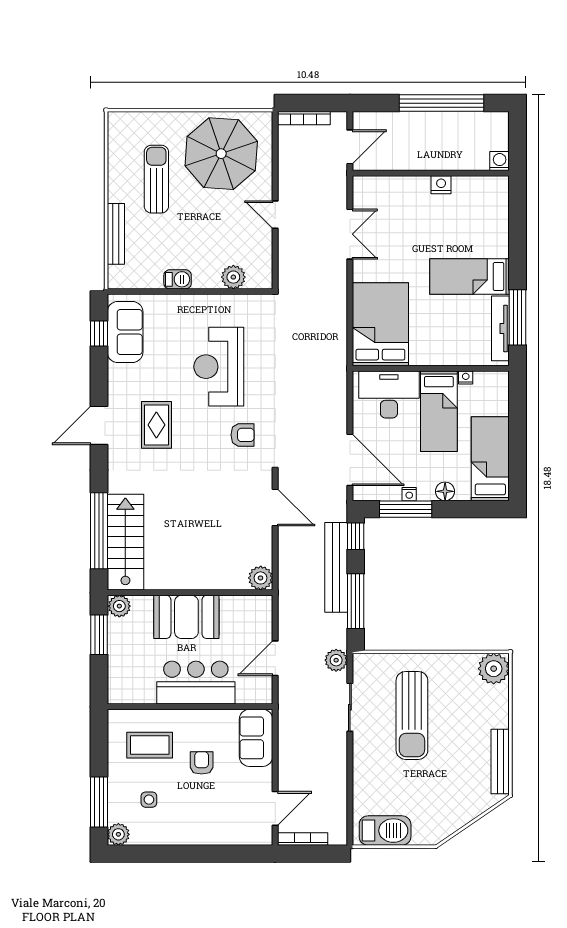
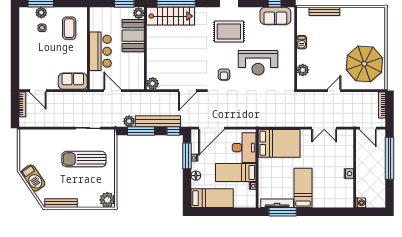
window: (442, 103) -> (390, 158), moved
sun lounger: (156, 179) -> (352, 31), removed
reception desk: (219, 367) -> (258, 63), turned 180
rug: (156, 425) -> (229, 32), width x1.36, depth x1.43
booth: (186, 617) -> (133, 36), moved
plant: (336, 660) -> (129, 121), moved
armchair: (202, 763) -> (60, 54), removed
barbecue: (385, 831) -> (33, 178), moved, turned -34
plant: (118, 834) -> (41, 13), moved

